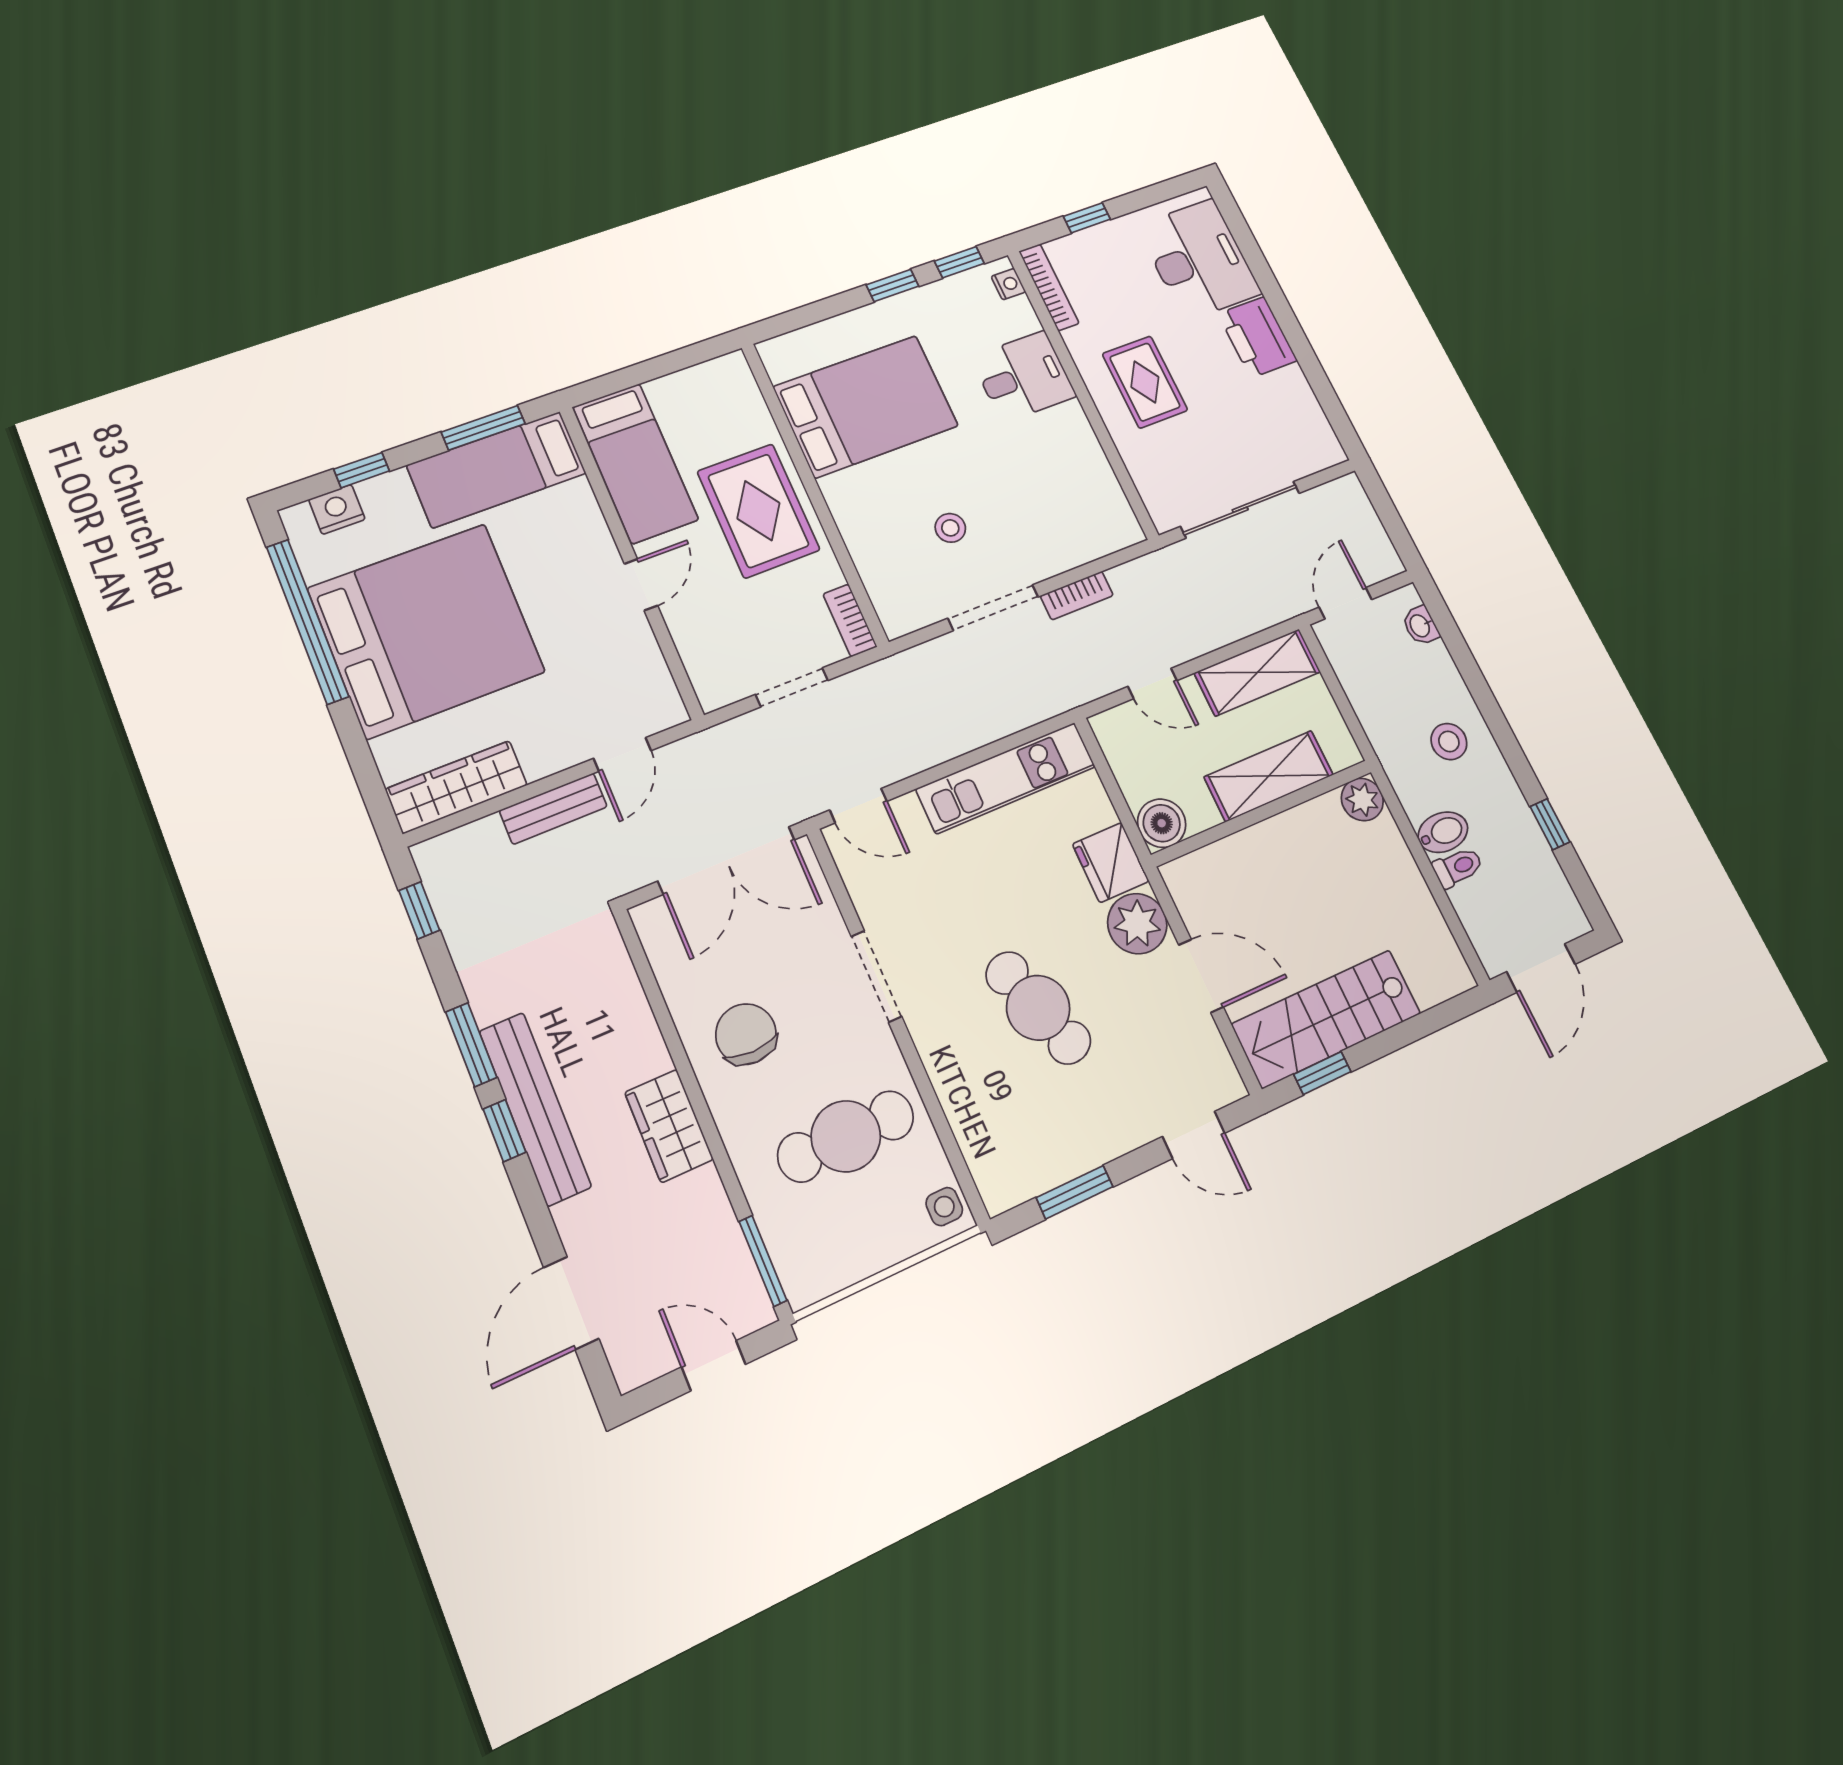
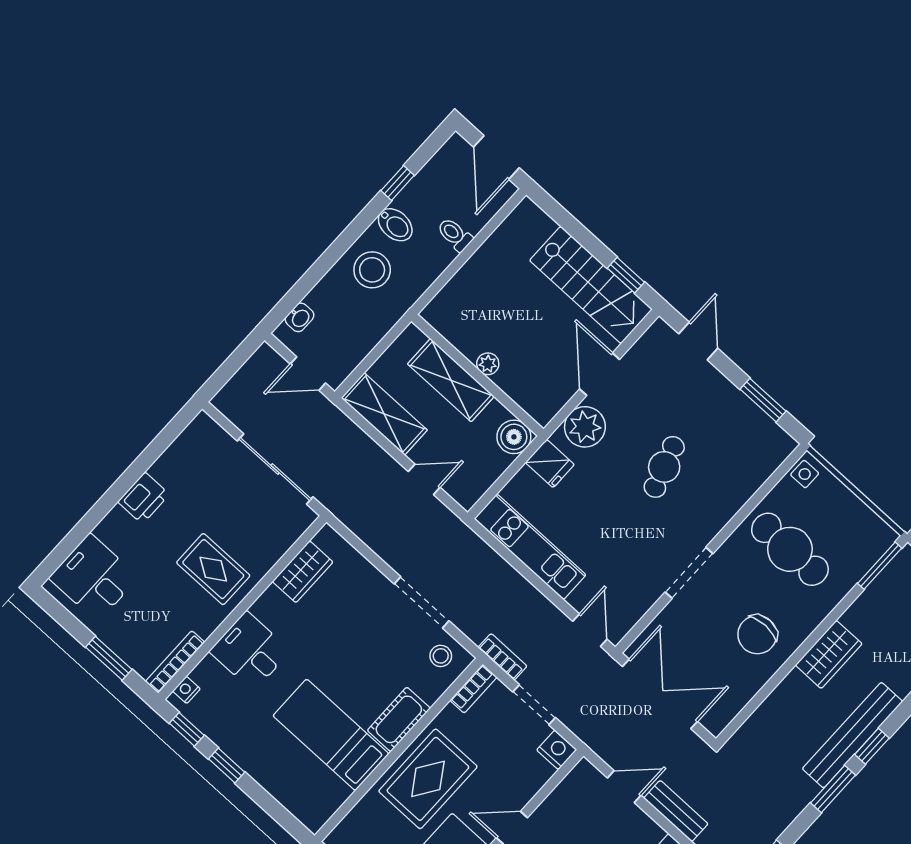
window: (1087, 218) -> (109, 658), width x1.50
desk: (1199, 260) -> (94, 578), width x0.73
printer: (1258, 337) -> (144, 498), width x0.73, depth x0.84
rug: (1145, 382) -> (213, 569), turned 90
bed: (866, 406) -> (331, 735), width x0.67
wardrobe: (1096, 483) -> (303, 572), added
cot: (854, 511) -> (399, 719), added
stool: (950, 528) -> (441, 656), moved
bookcase: (1077, 595) -> (503, 657), moved
door: (1152, 683) -> (424, 479), hinge flipped
nightstand: (717, 689) -> (557, 750), added
stool: (1449, 742) -> (372, 270), width x1.38, depth x1.38
plant: (1362, 800) -> (488, 364), moved, width x0.73, depth x0.73
bidet: (1443, 832) -> (395, 225), moved, turned 180
fridge: (1111, 863) -> (550, 463), width x0.72
door: (1541, 968) -> (496, 157), swing flipped
cafe table: (1038, 1008) -> (664, 467), width x0.73, depth x0.74

